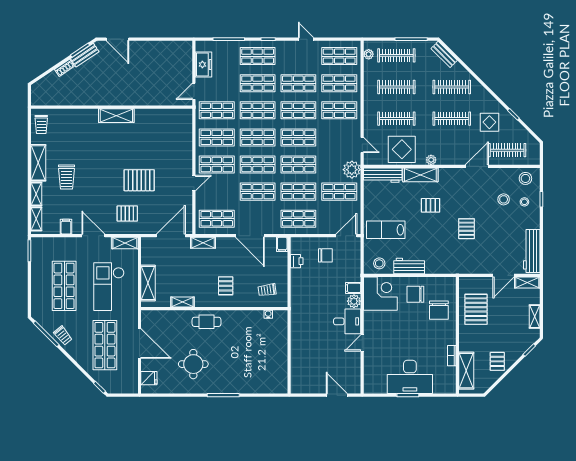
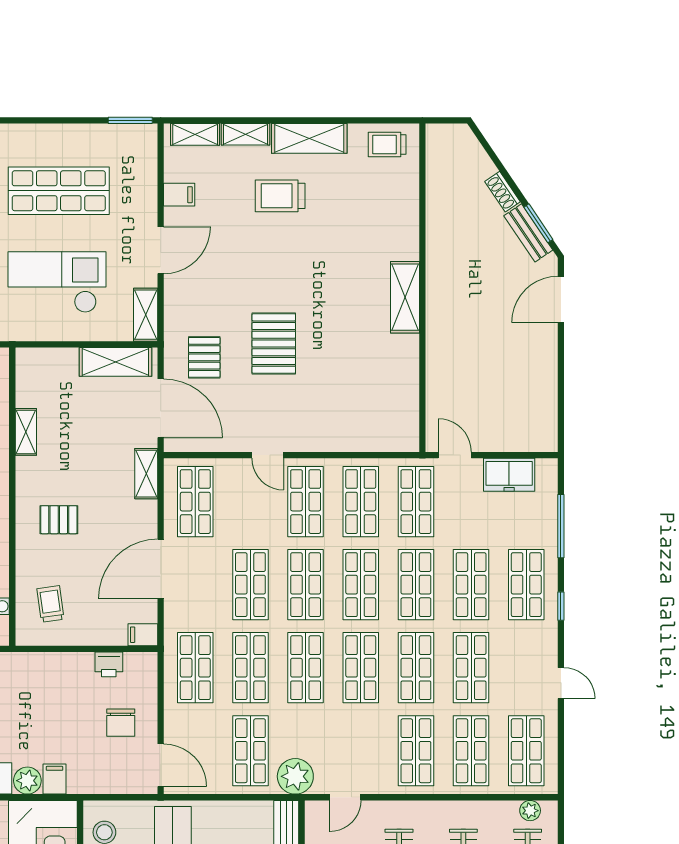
door: (306, 39) -> (561, 683), hinge flipped
pallet: (127, 214) -> (204, 357), moved
shelving: (148, 283) -> (115, 362), moved

